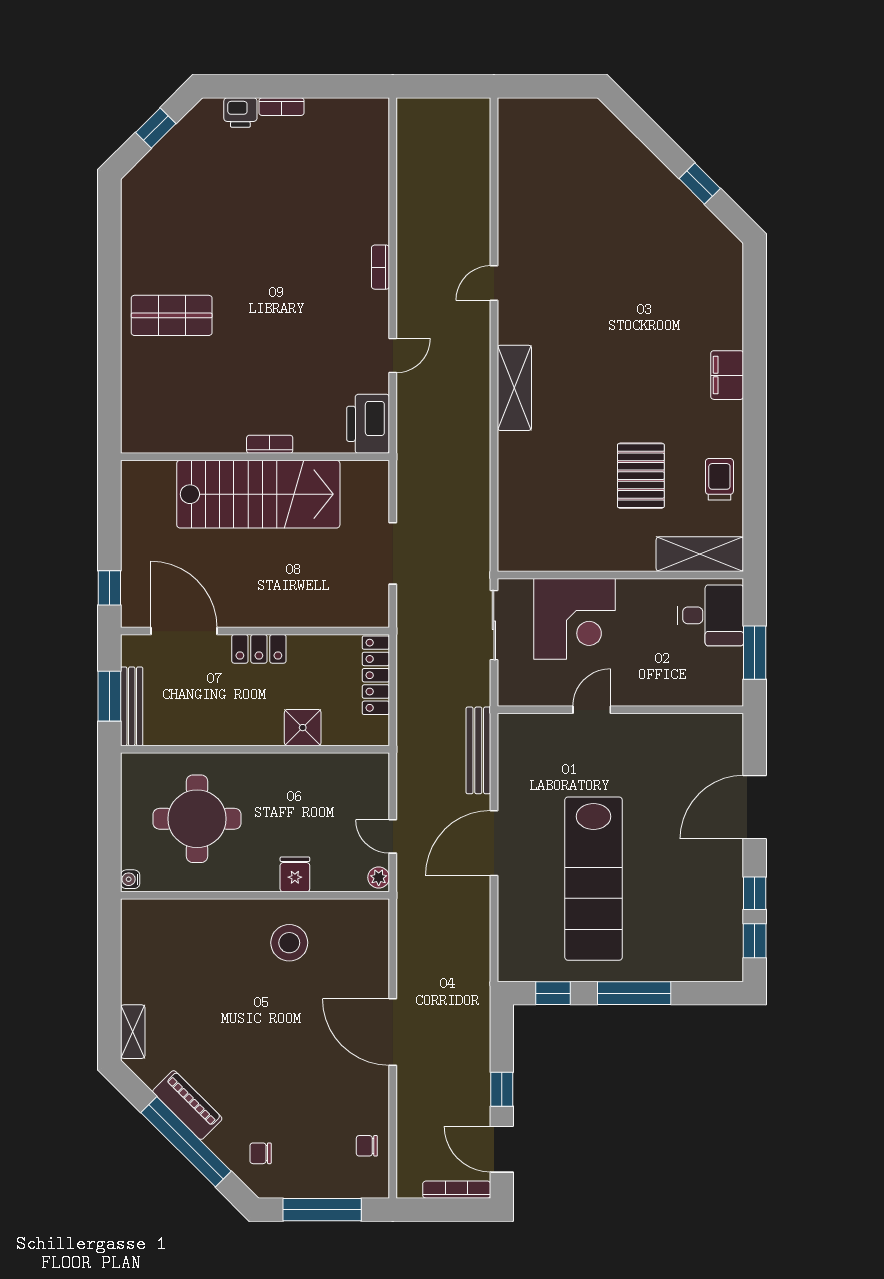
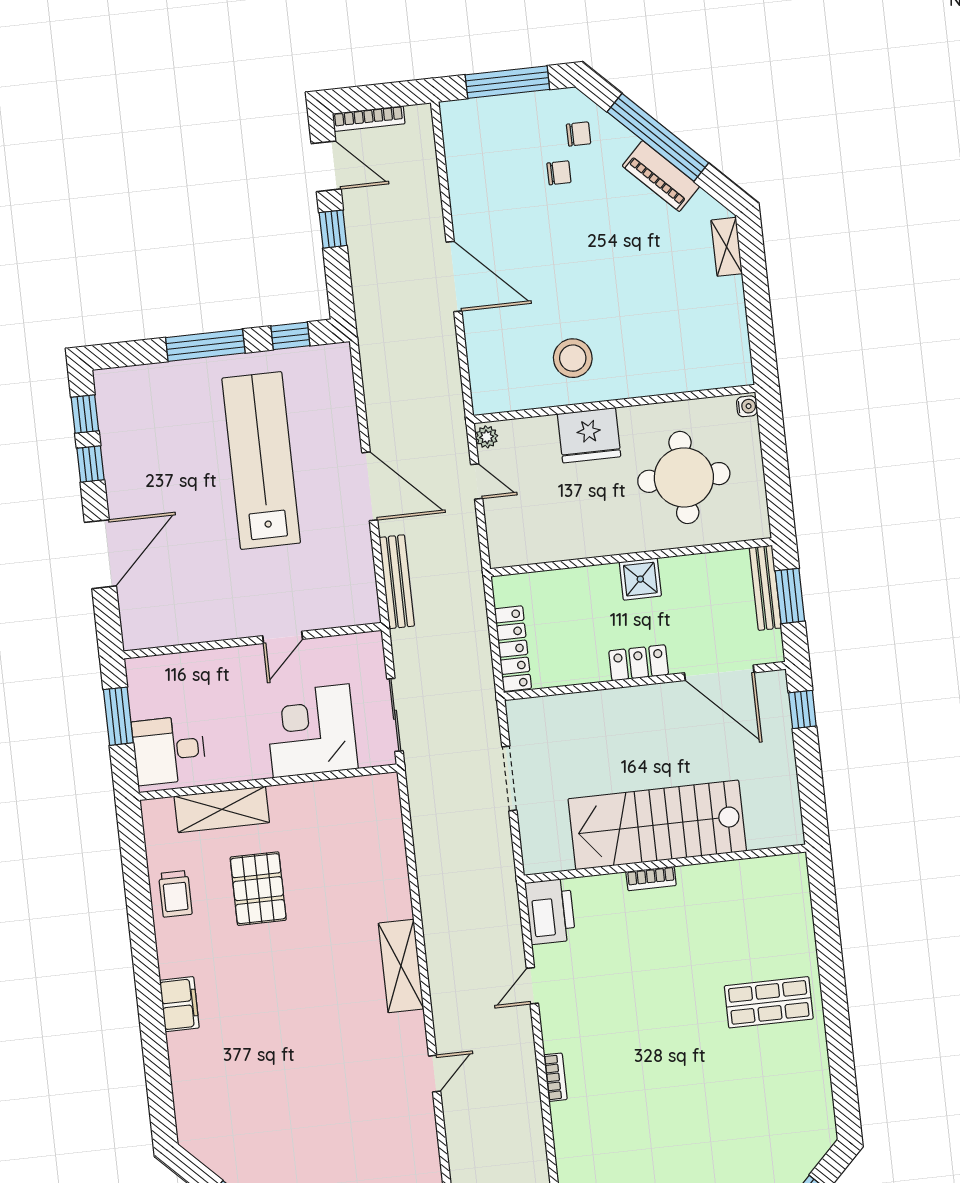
shelving: (700, 554) -> (222, 809), moved
shower: (303, 728) -> (640, 579), moved
door: (494, 843) -> (370, 486), hinge flipped
fridge: (295, 874) -> (589, 435), width x1.88, depth x1.34
chair: (367, 1146) -> (559, 173), moved

